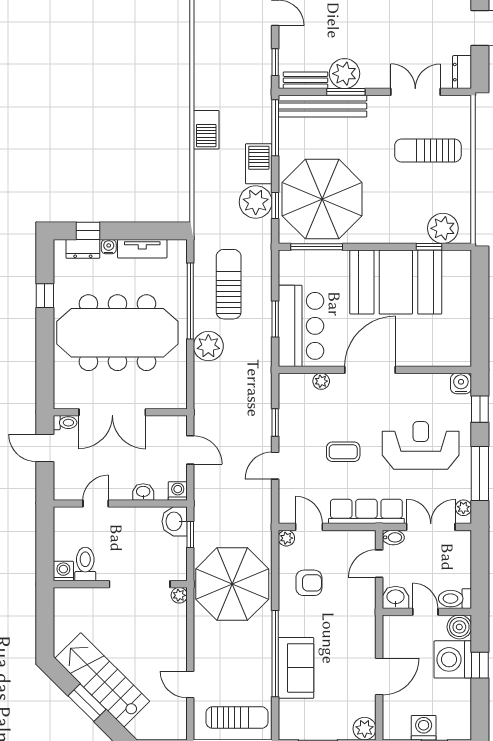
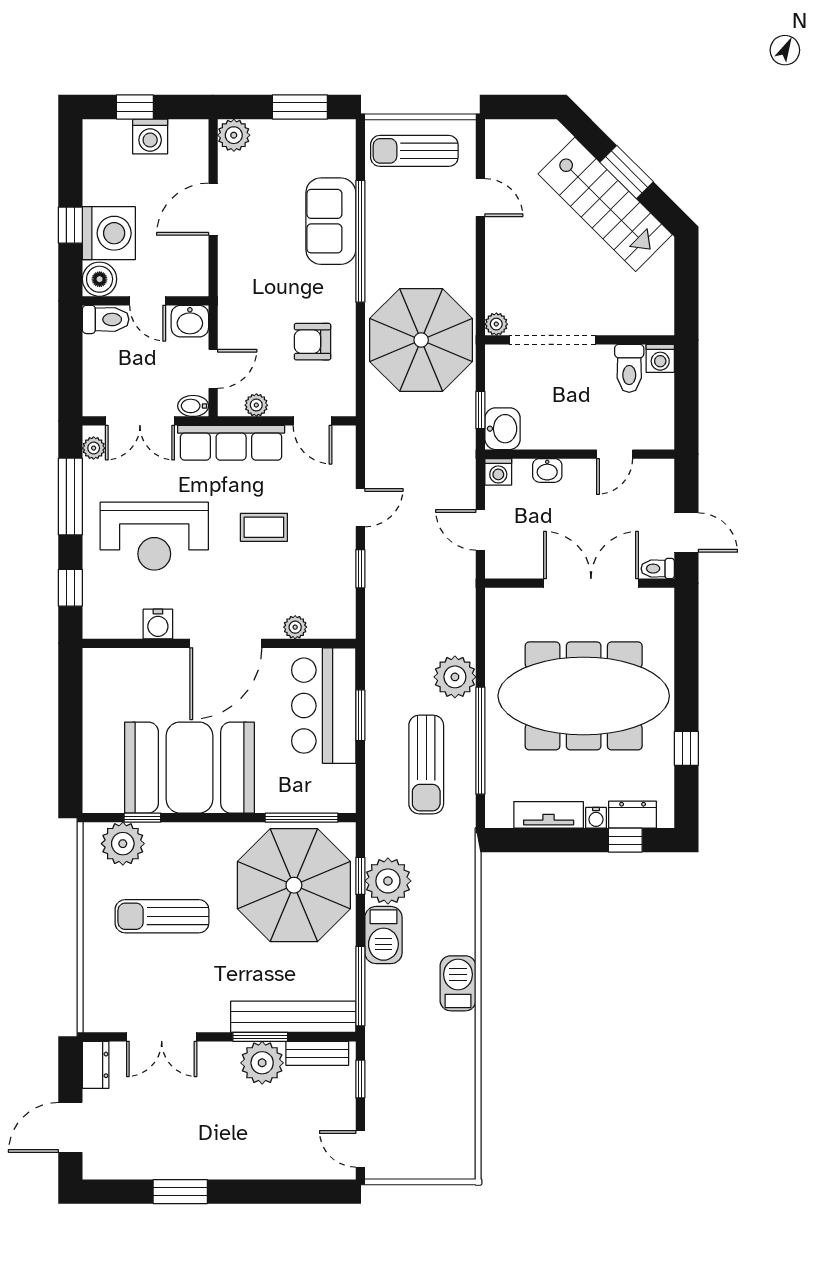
sun lounger: (428, 151) -> (162, 916), moved, turned 180
water cooler: (461, 383) -> (158, 624), moved
plant: (286, 538) -> (256, 405), moved

